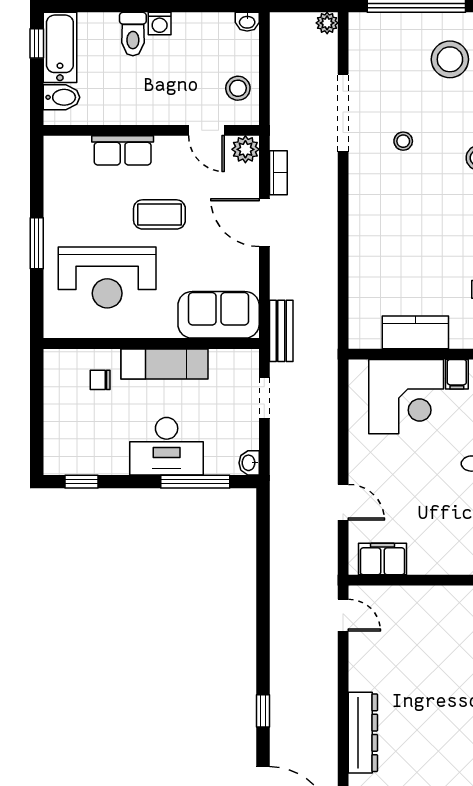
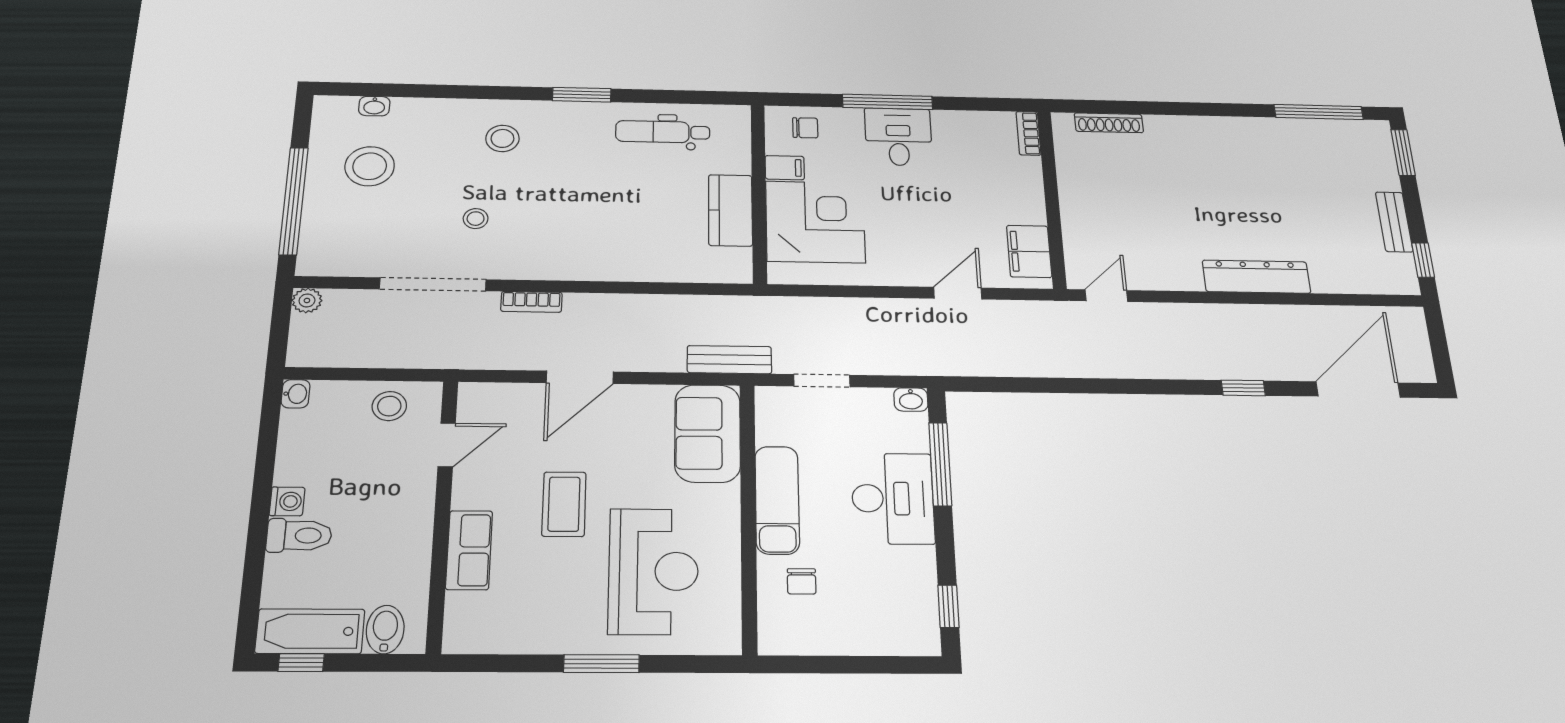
plant: (245, 149) -> (476, 398), removed
bookcase: (278, 173) -> (531, 302), moved, turned 180

